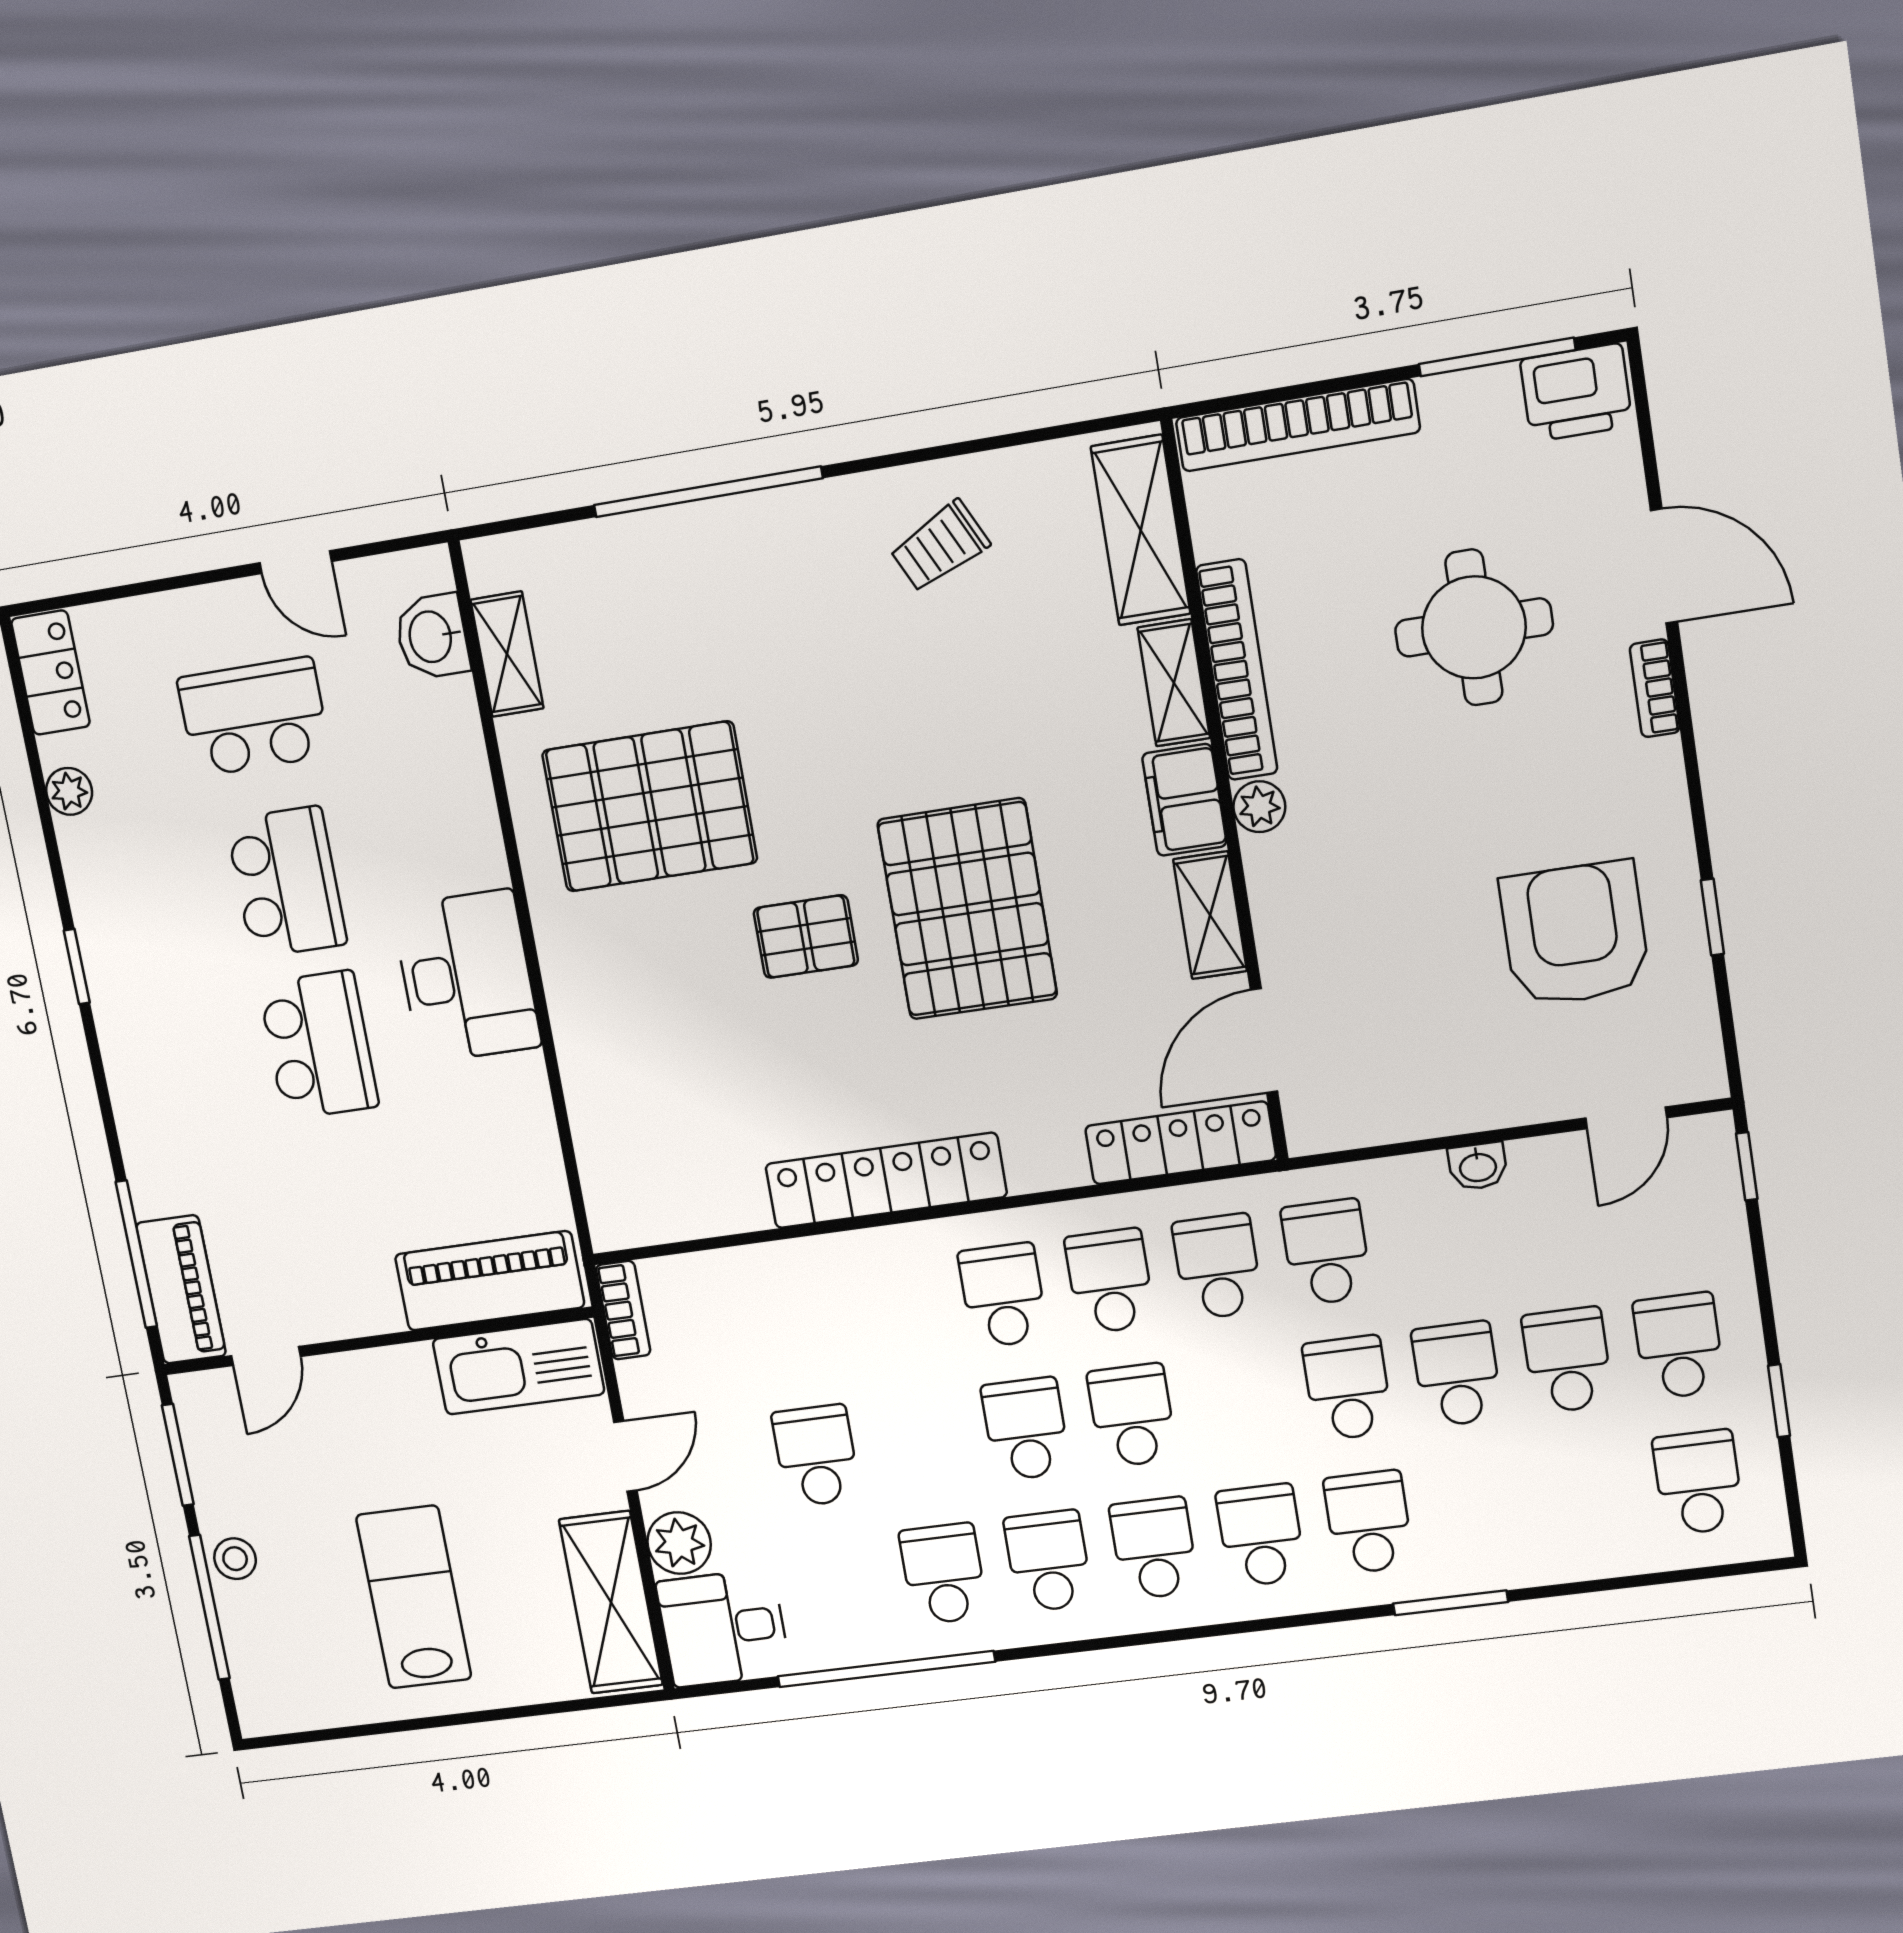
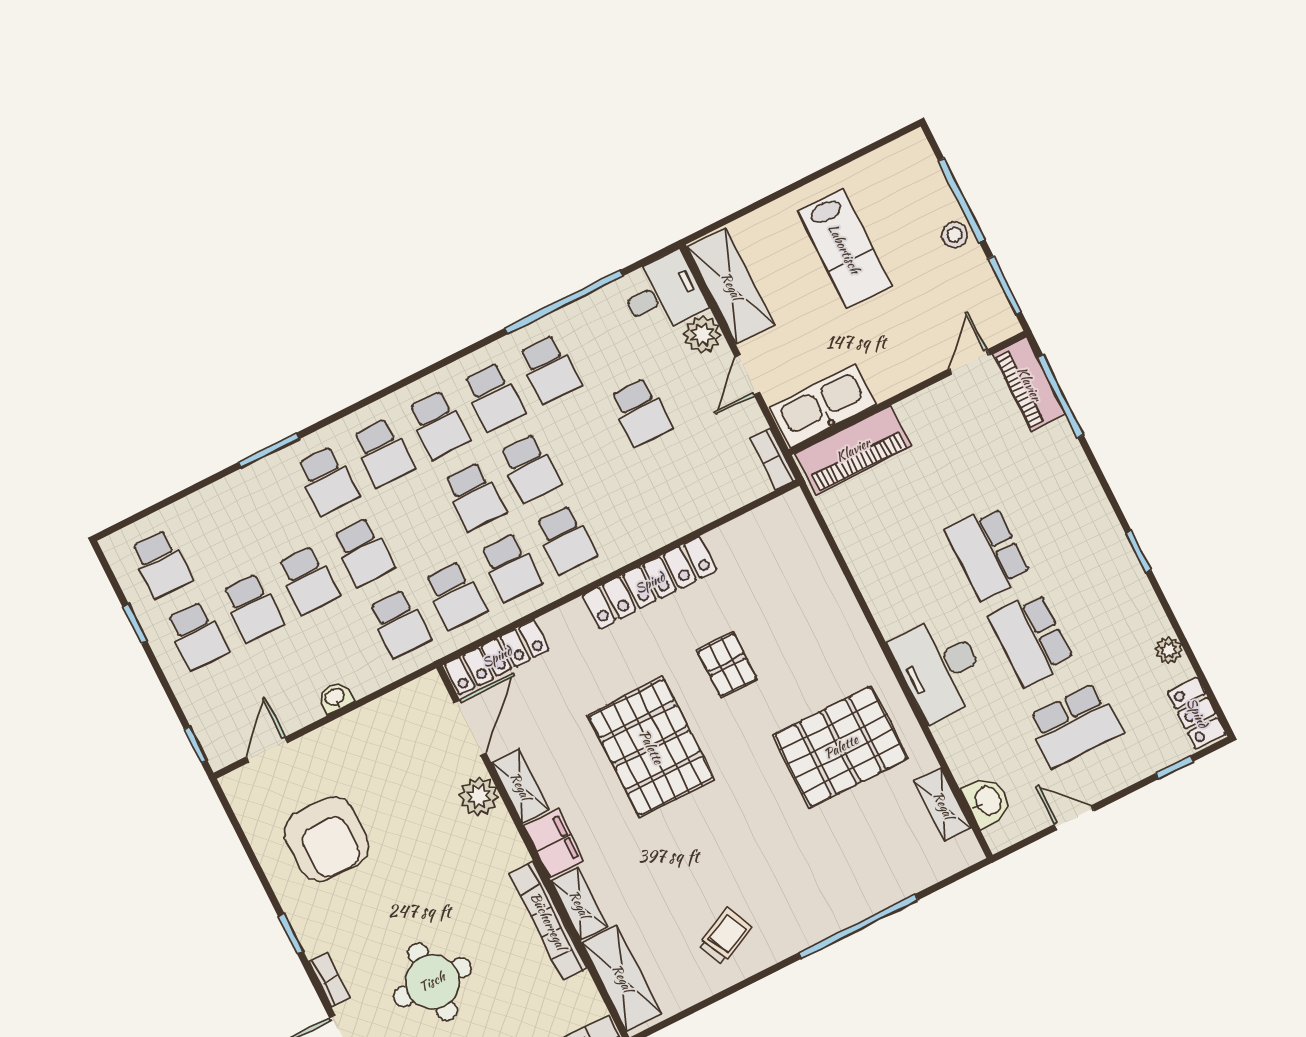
window: (110, 594) -> (1174, 767), added
plant: (1259, 807) -> (479, 796), moved, width x1.38, depth x1.38
window: (1712, 917) -> (291, 934), moved
pallet: (806, 937) -> (727, 665), moved, turned 90
desk: (466, 976) -> (940, 668), moved

